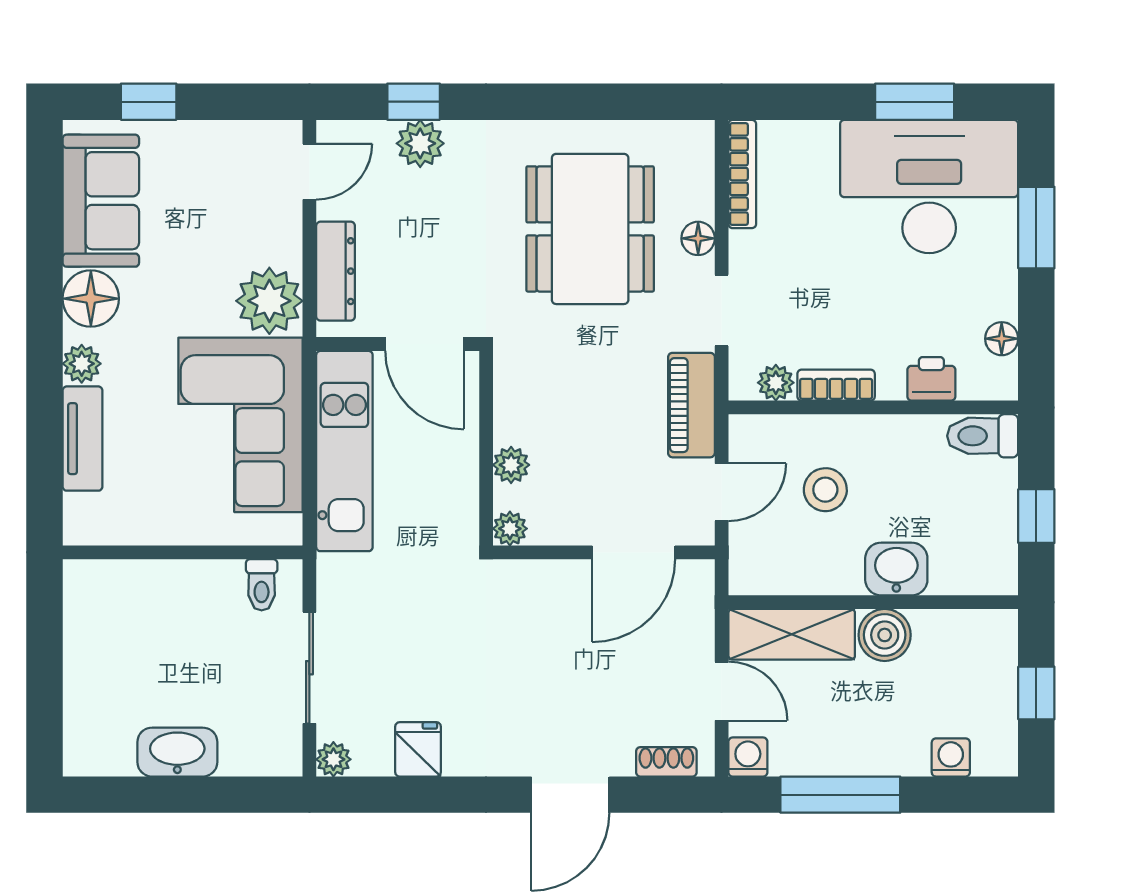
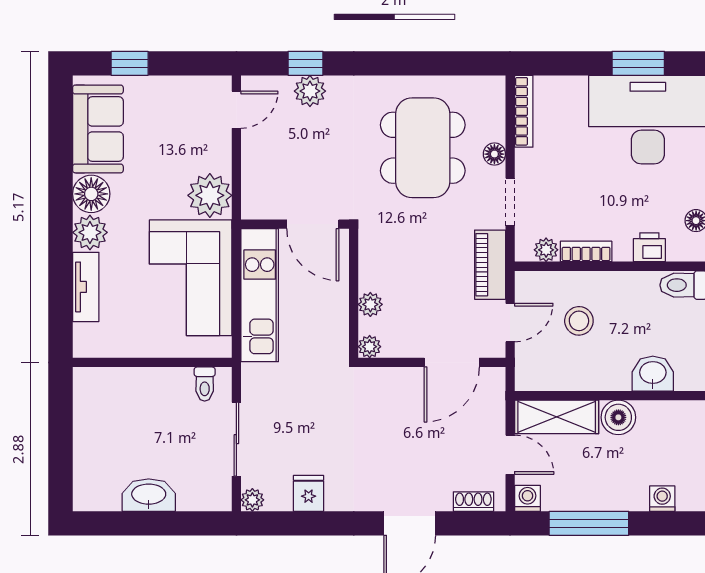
dresser: (336, 271) -> (254, 176), removed
plant: (82, 364) -> (90, 232), width x1.38, depth x1.38
washbasin: (896, 569) -> (653, 374), moved

